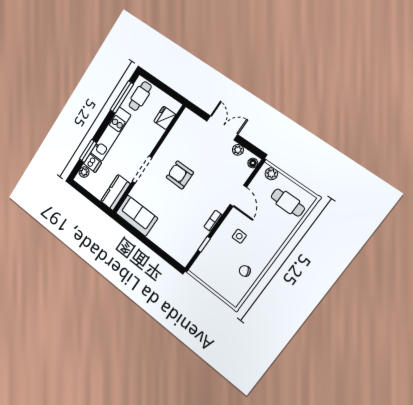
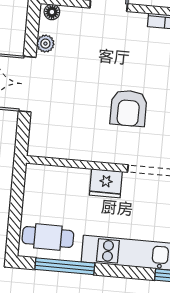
fridge: (165, 118) -> (106, 183), moved

